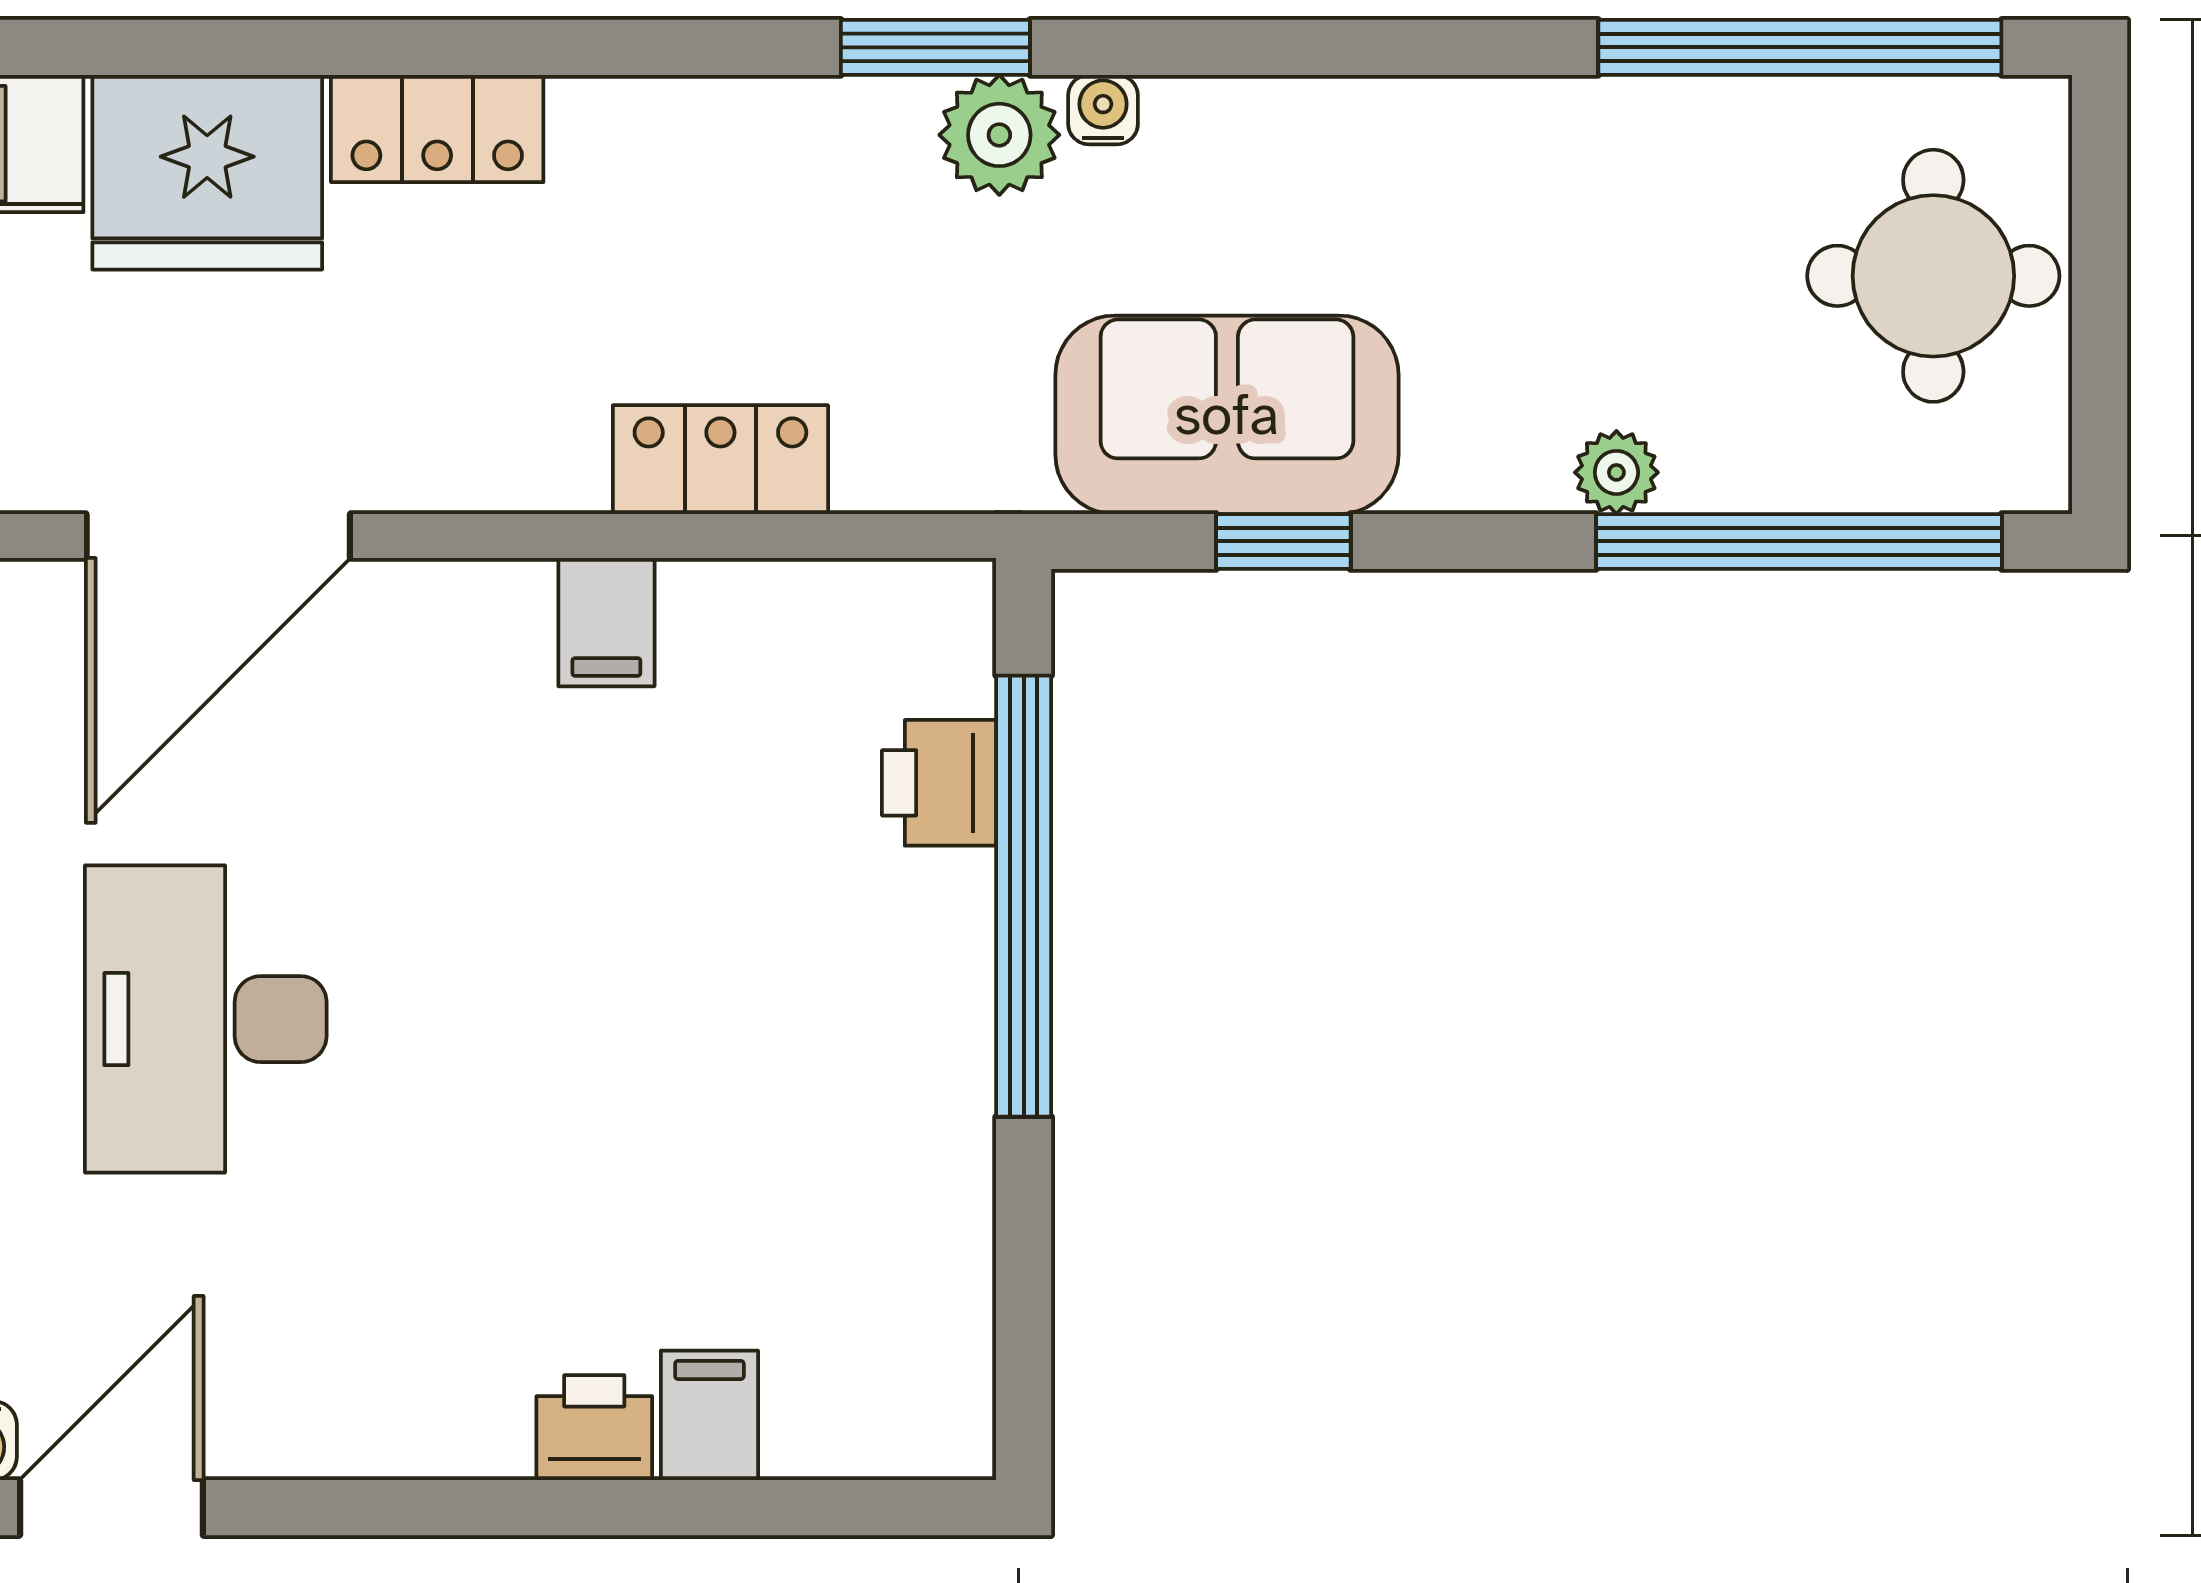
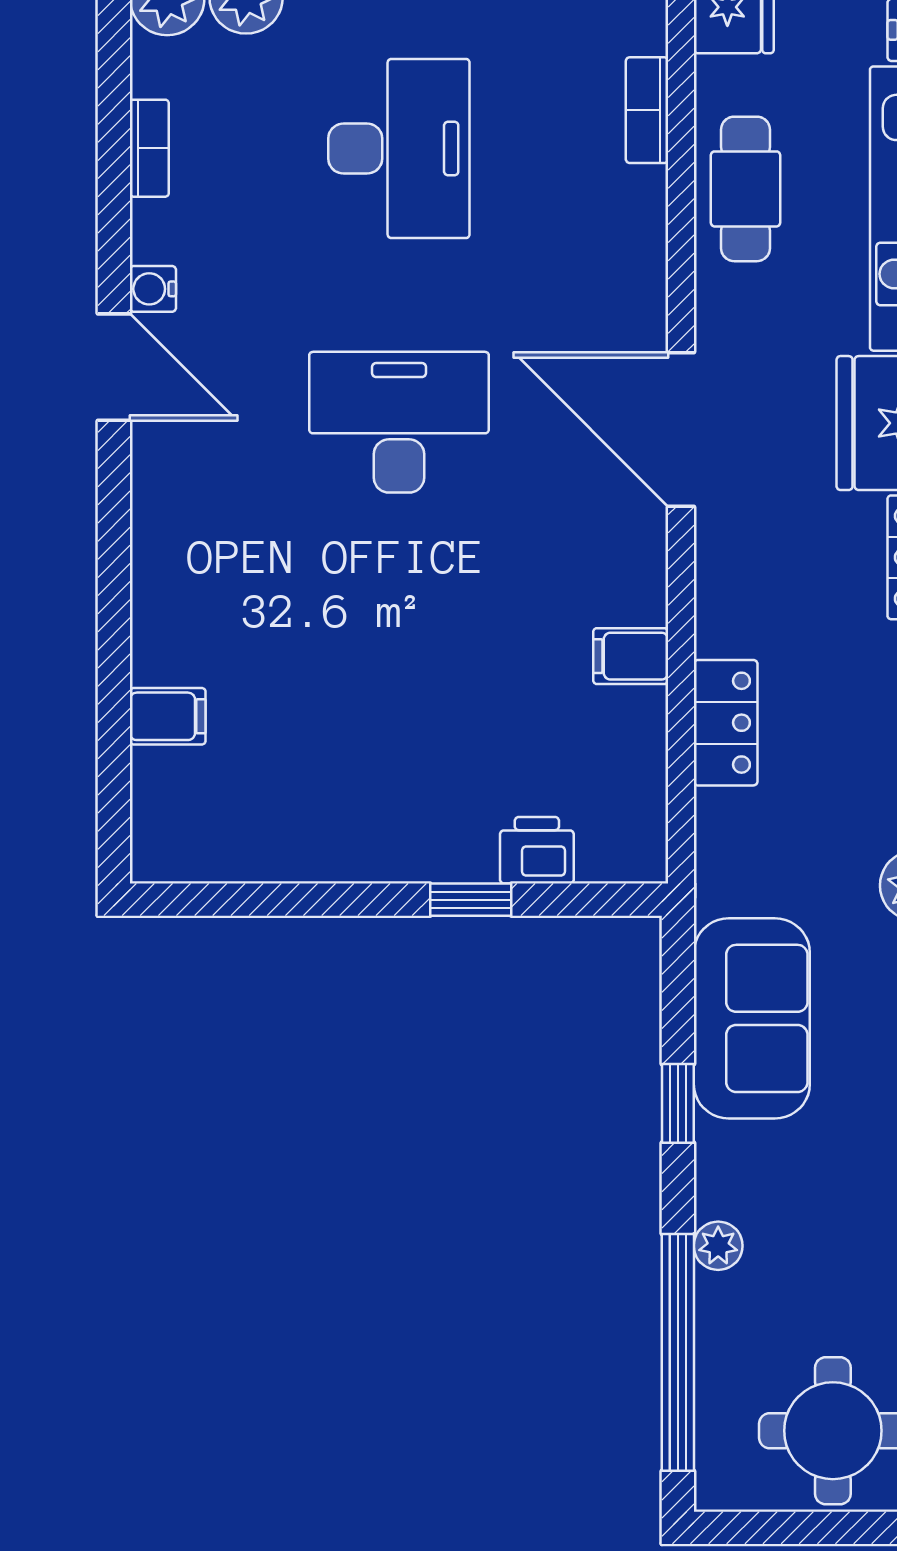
window: (1283, 541) -> (678, 1103), moved
window: (1024, 896) -> (471, 900), width x0.32
printer: (594, 1428) -> (160, 649), removed

